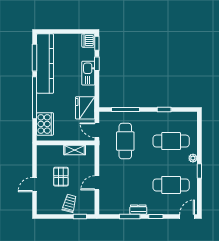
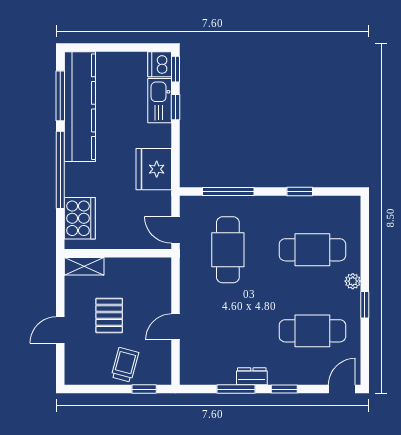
kitchen sink: (88, 73) -> (160, 101), moved
fridge: (85, 108) -> (154, 169), moved
shelving: (75, 150) -> (84, 266), moved

